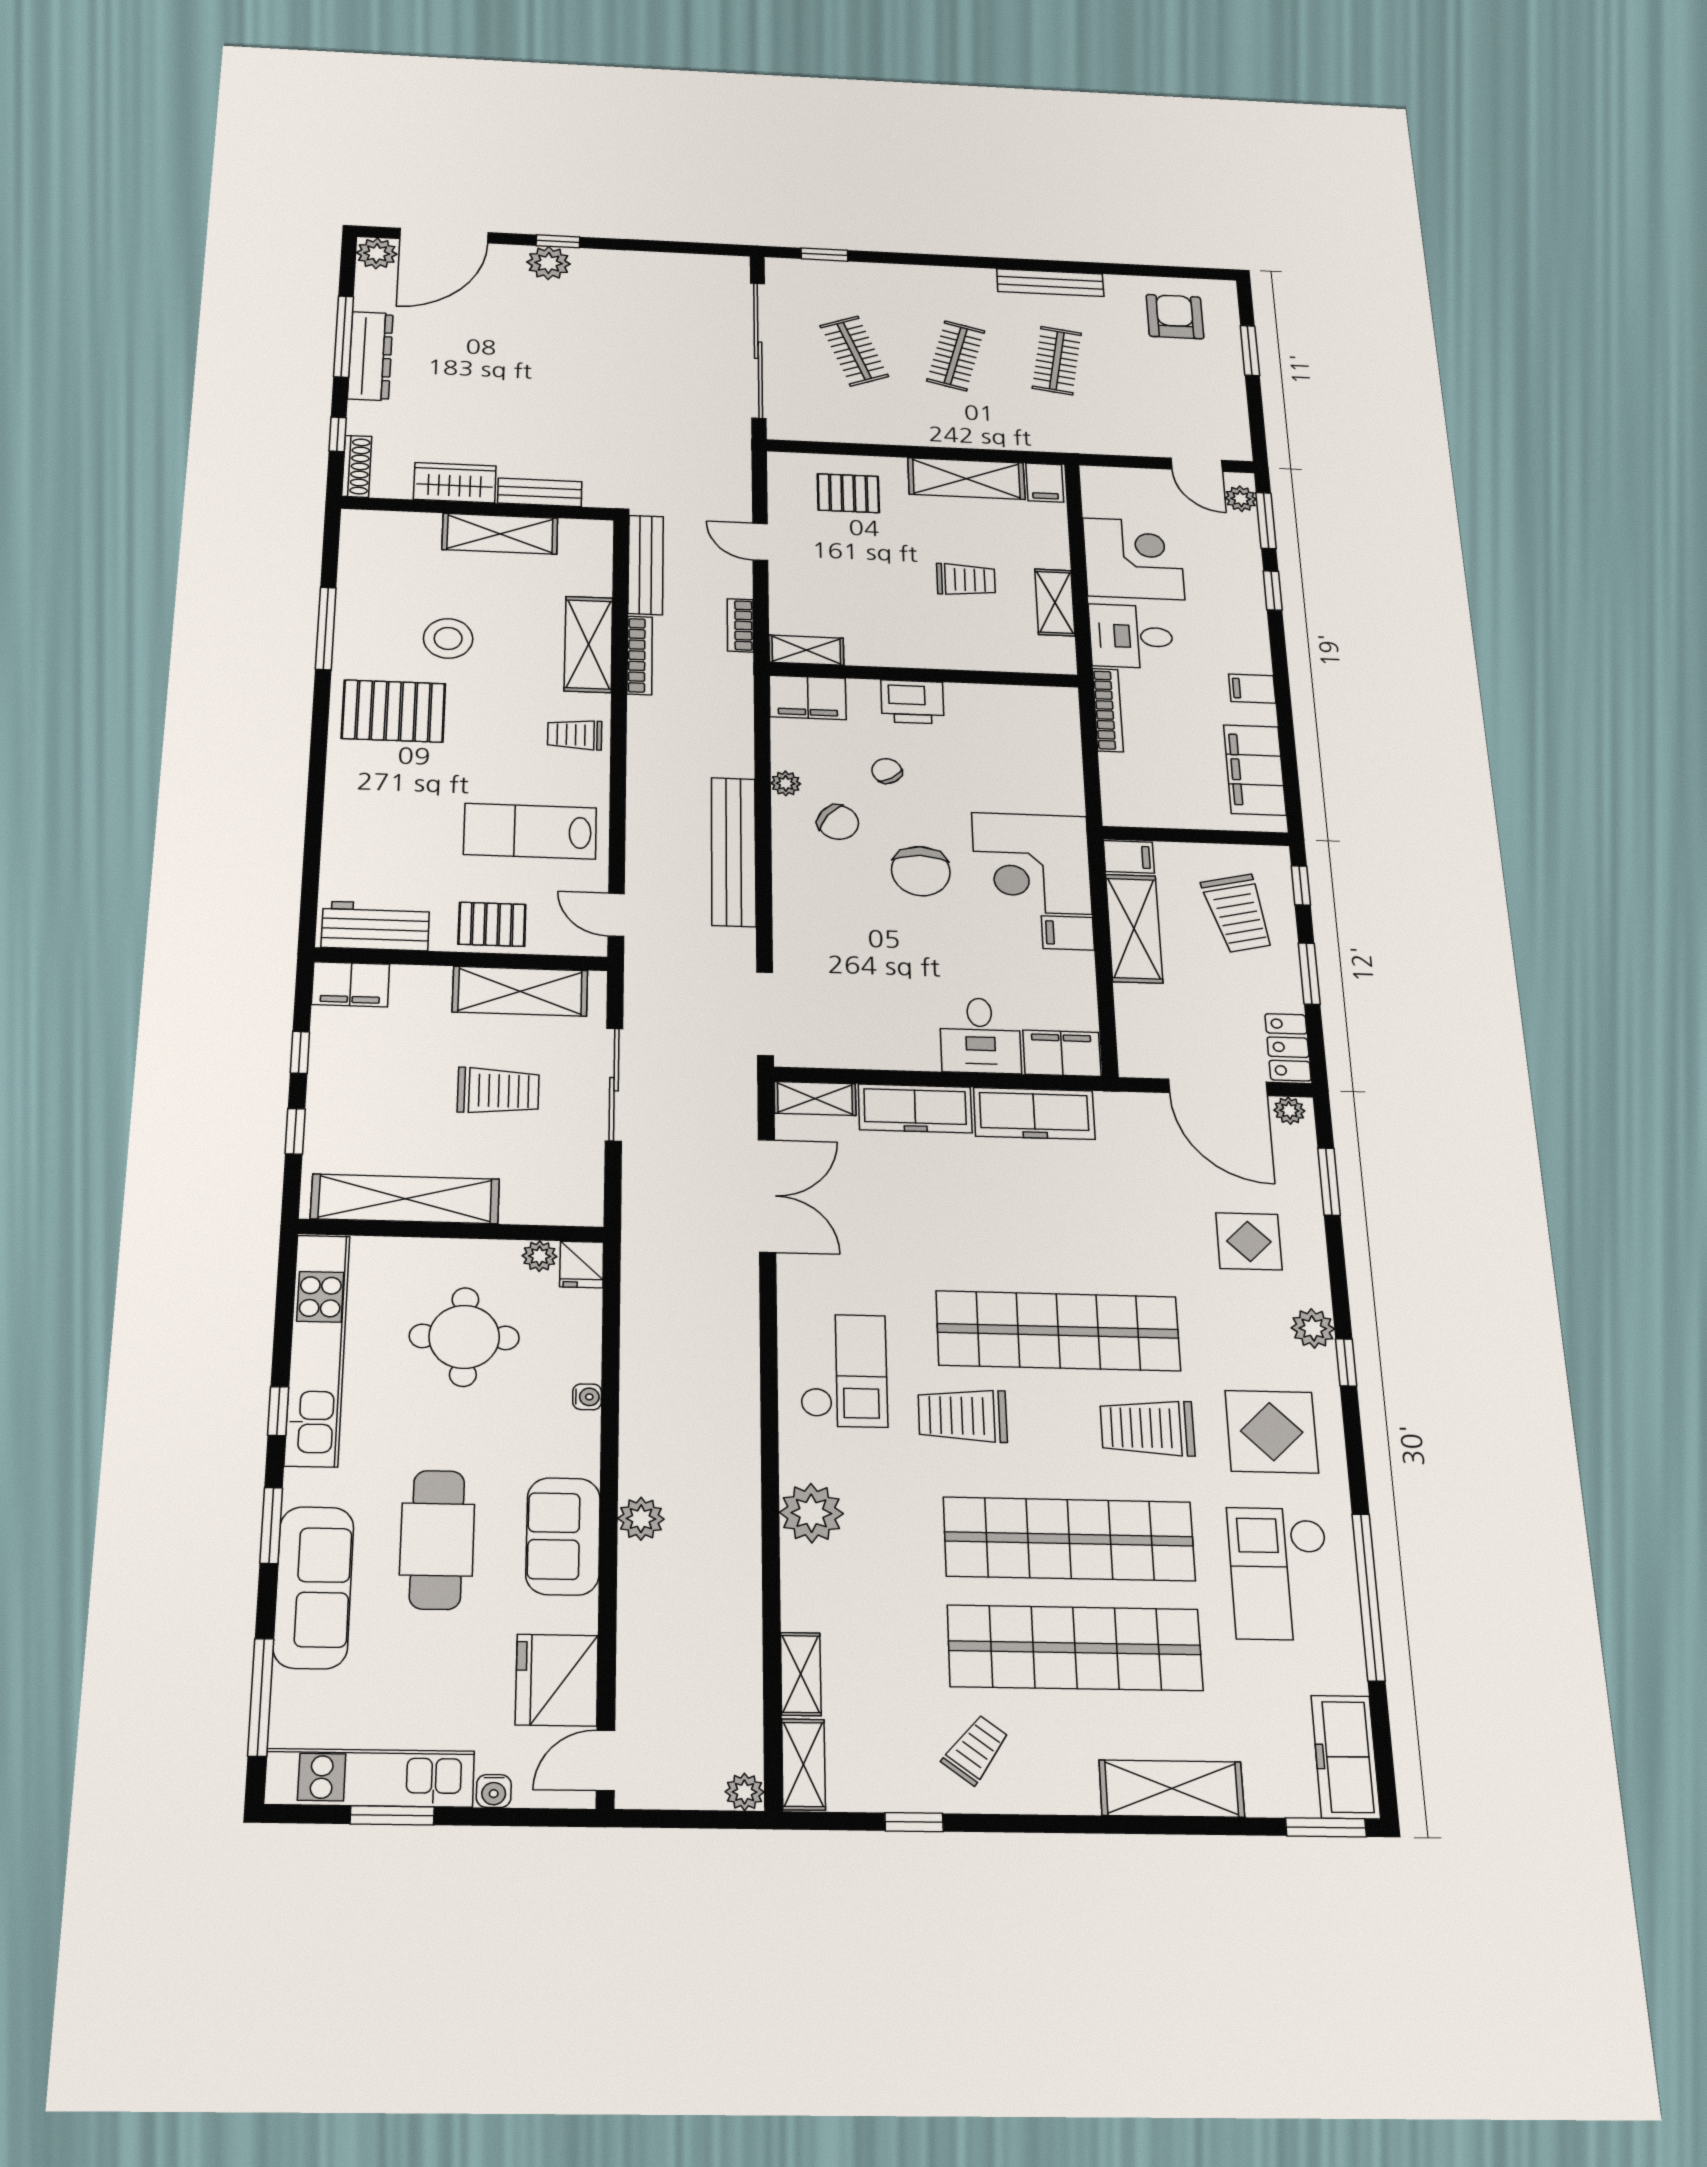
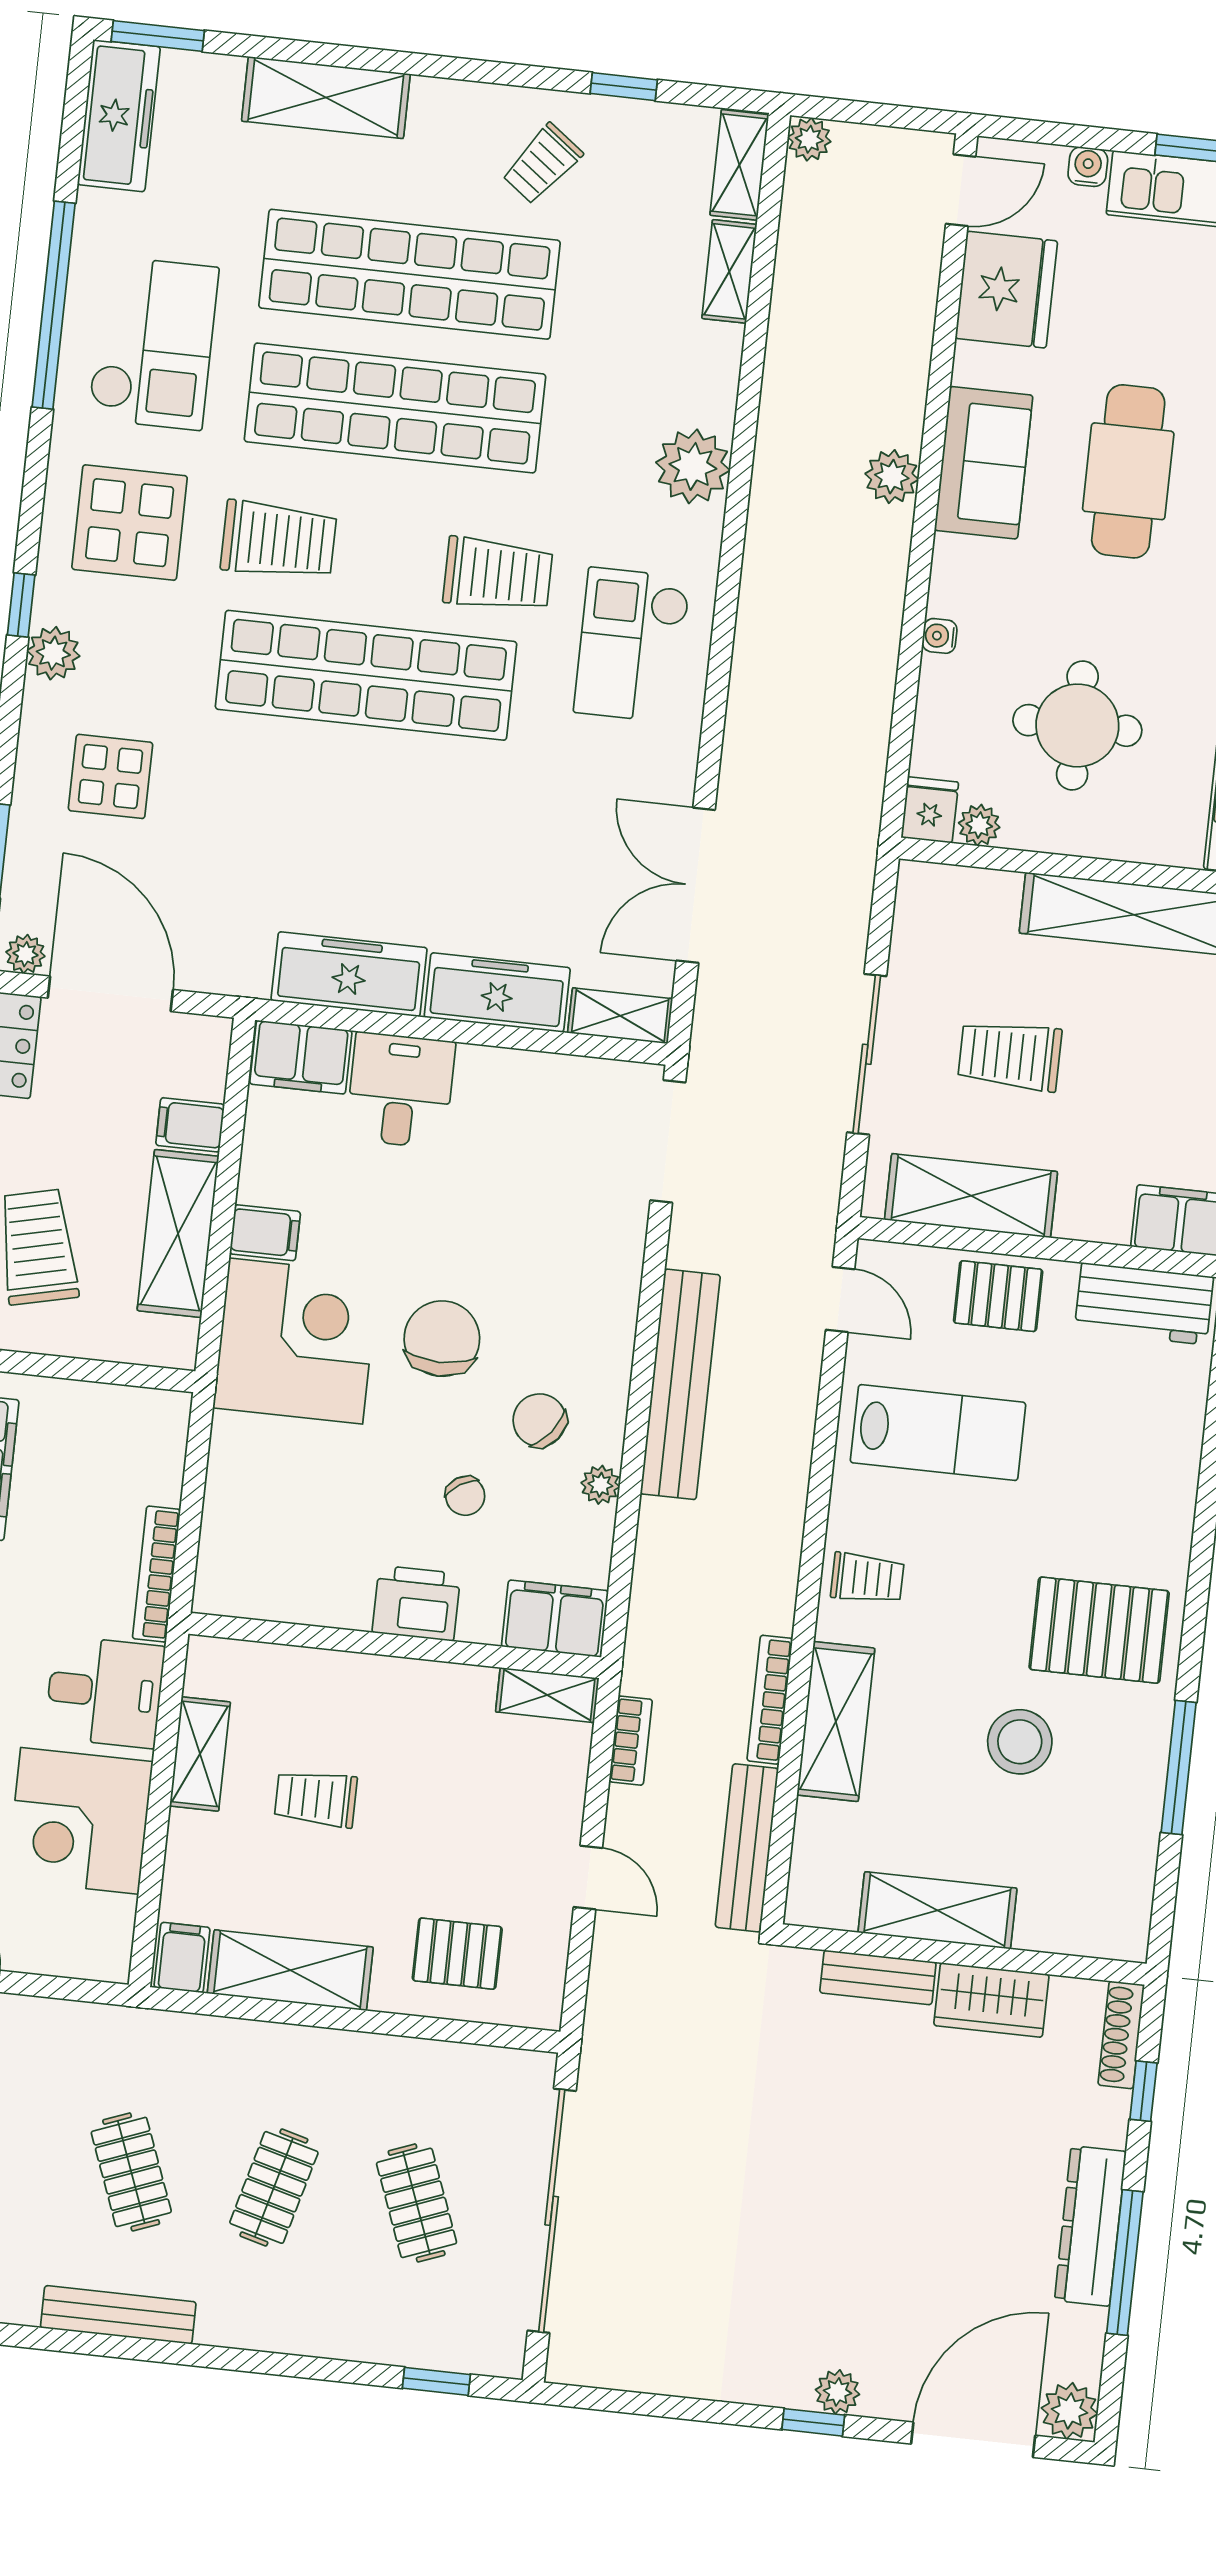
plant: (549, 263) -> (838, 2392), width x0.73, depth x0.73
clothes rail: (1057, 361) -> (131, 2172), turned -30
filing cabinet: (1129, 857) -> (190, 1125), moved

